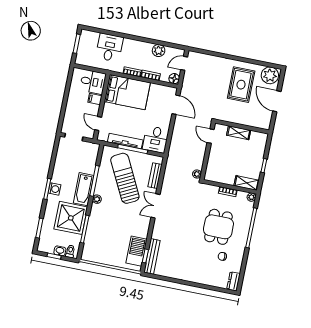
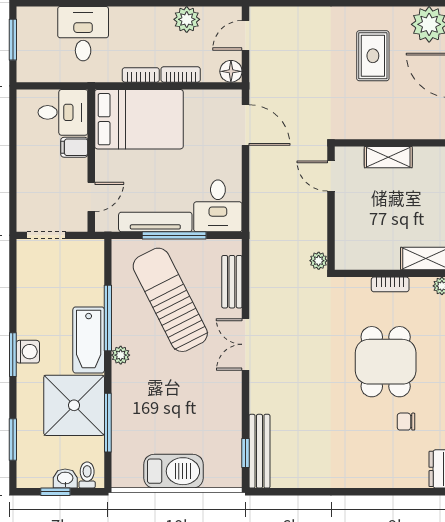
rug: (241, 85) -> (373, 56), width x0.73, depth x0.70
door: (98, 123) -> (91, 197), swing flipped
barbecue: (136, 251) -> (173, 471), moved, turned 90

